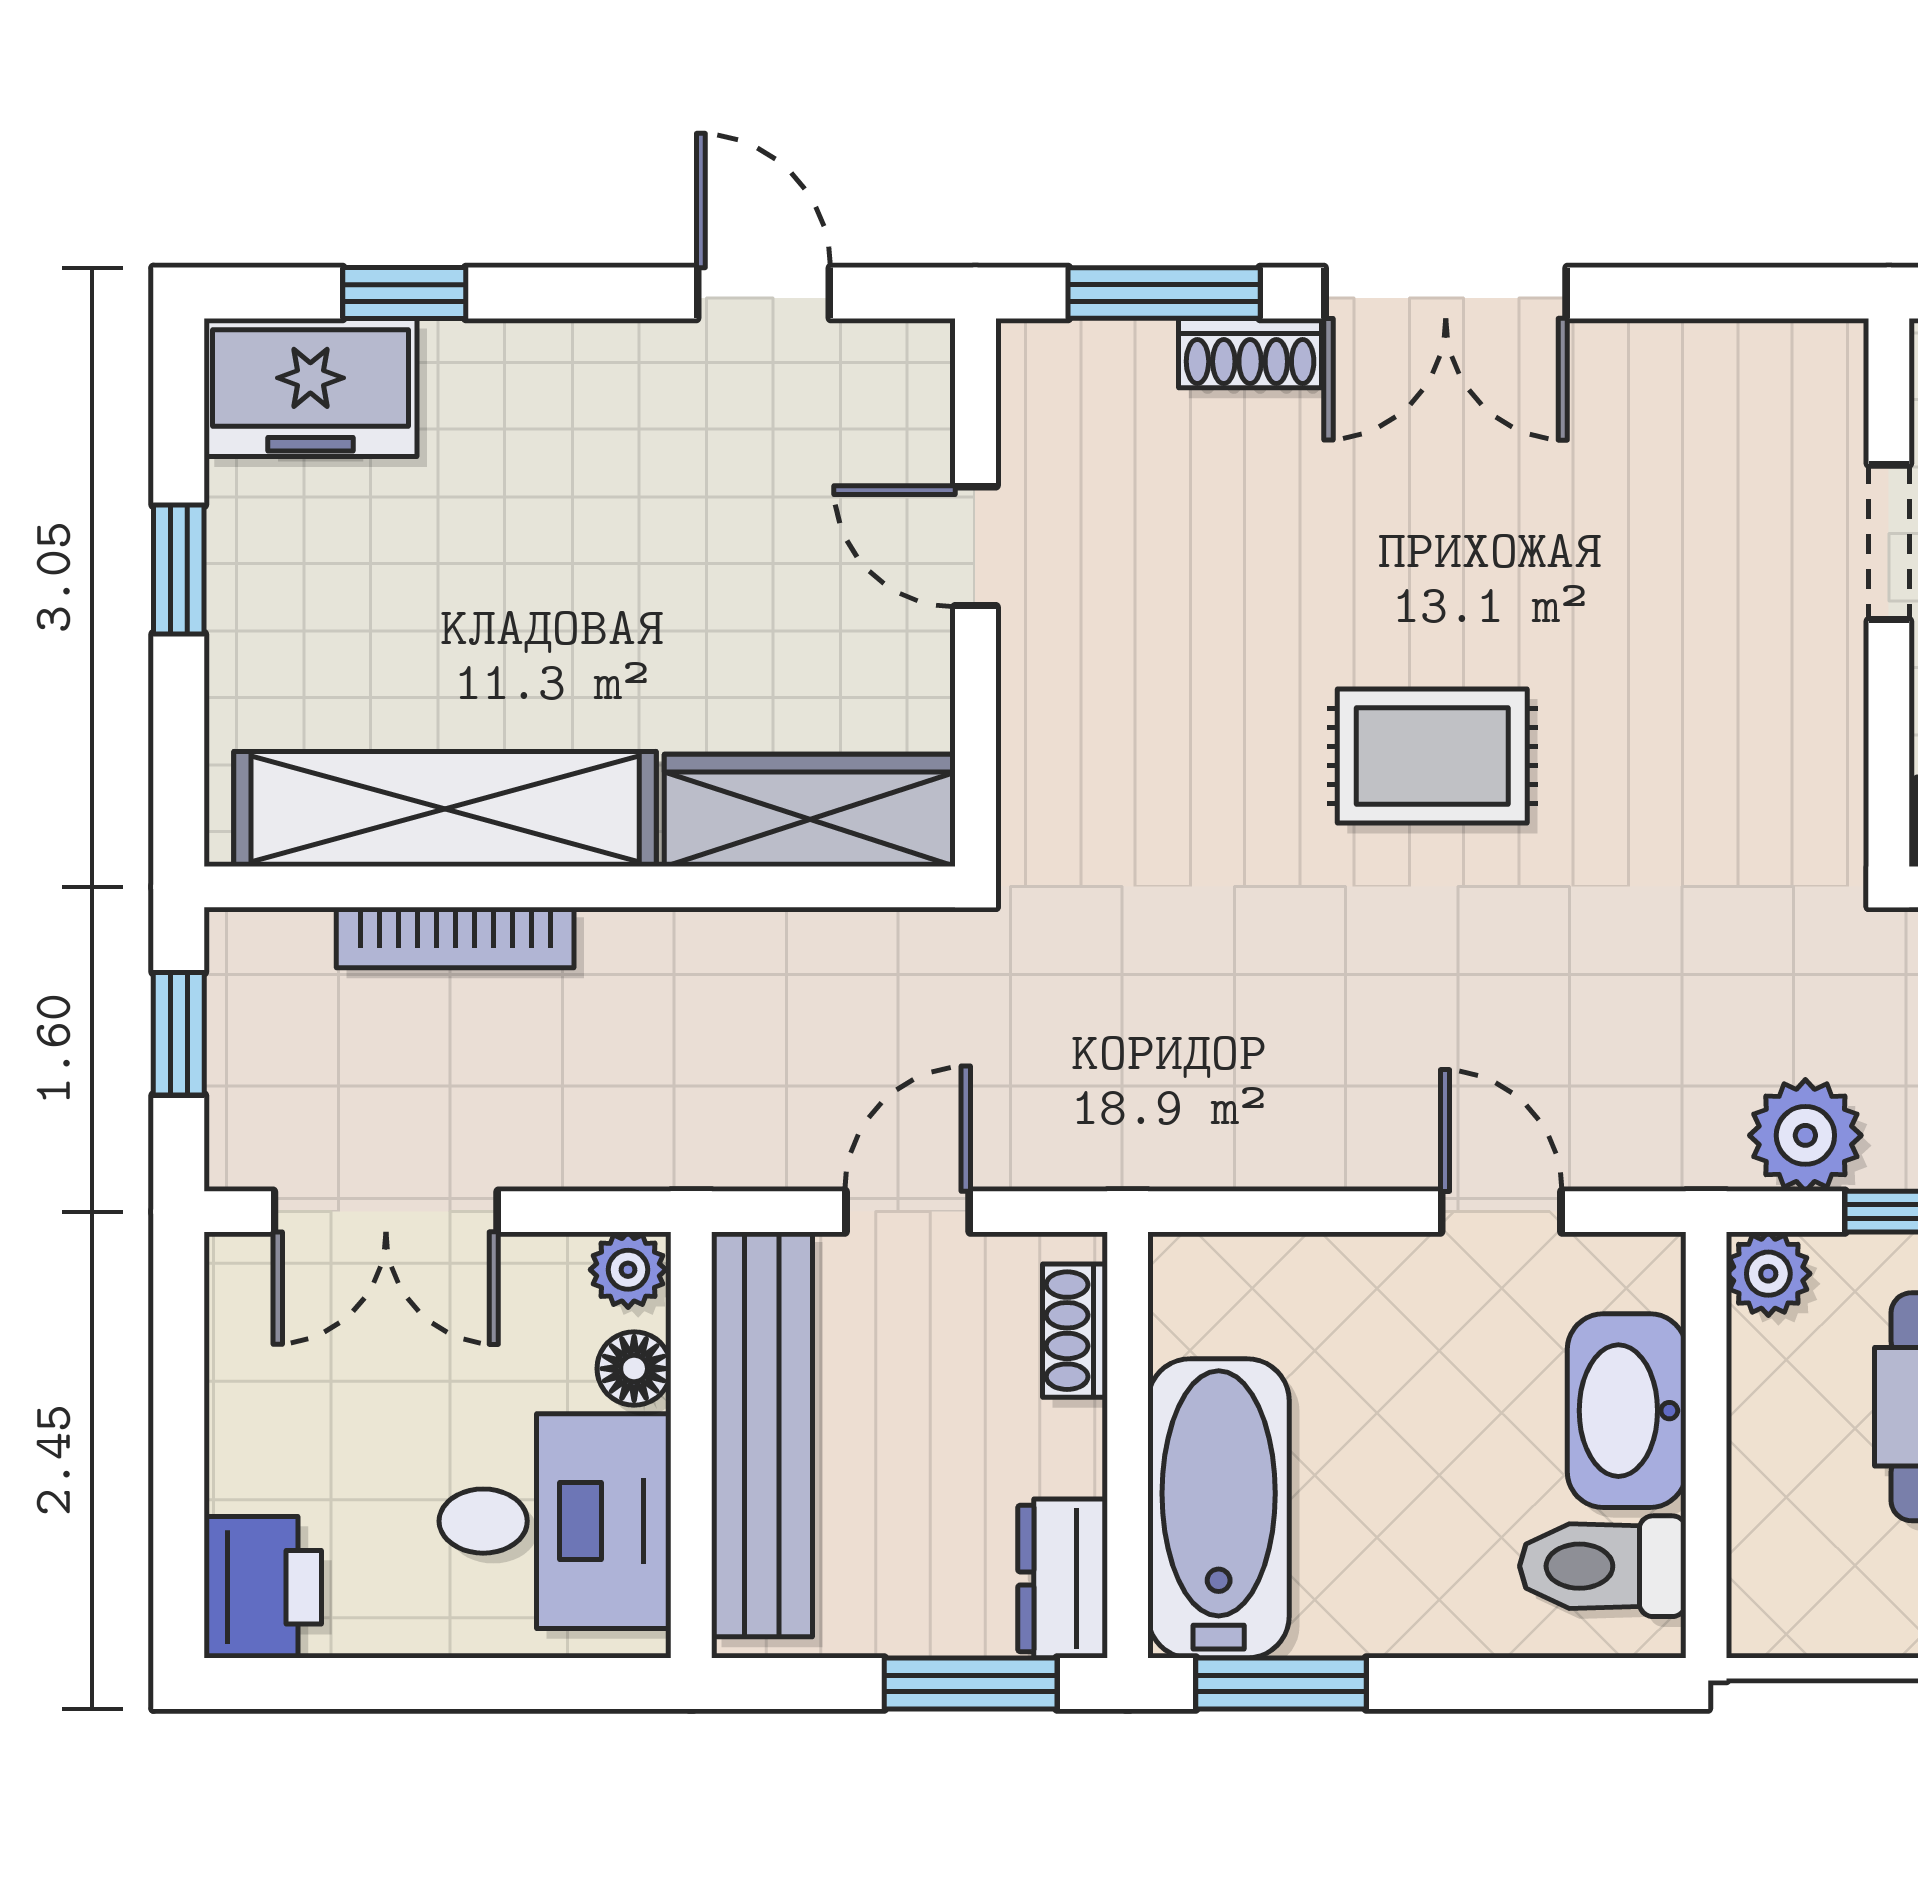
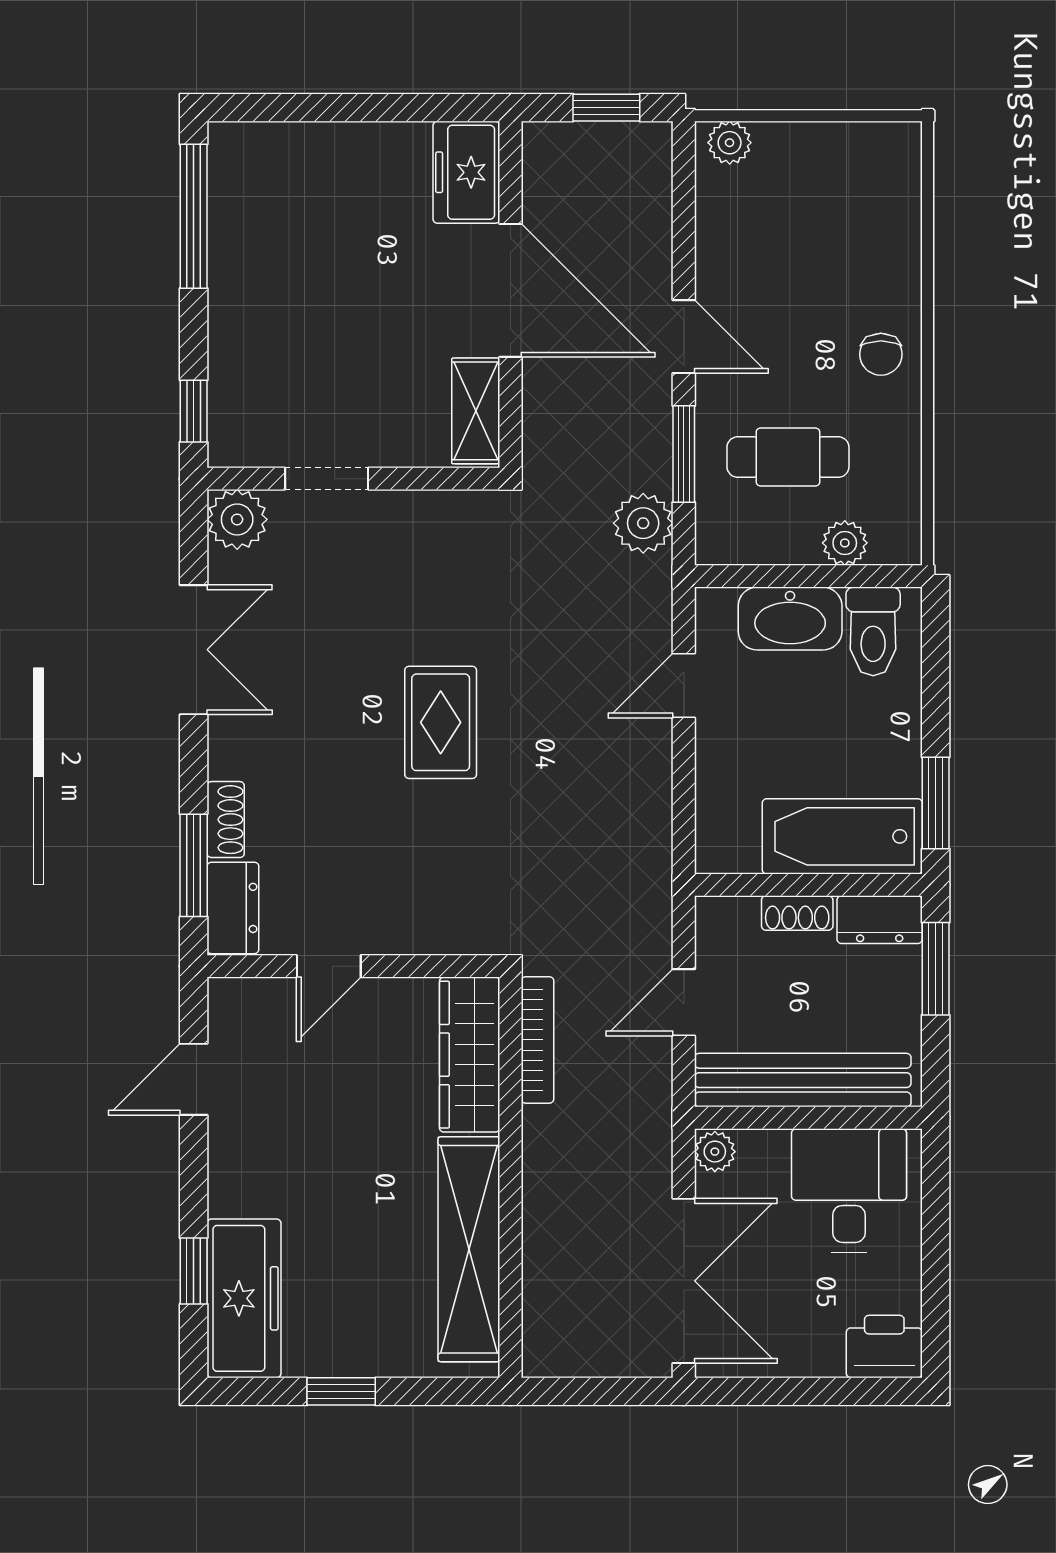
double door: (1446, 293) -> (194, 650), moved
dresser: (1085, 367) -> (233, 908), added
plant: (1812, 375) -> (237, 519), added
freezer: (310, 388) -> (244, 1298), width x1.40
bookcase: (455, 937) -> (538, 1040), moved
window: (179, 1034) -> (589, 1391), removed
double door: (386, 1212) -> (684, 1281), width x1.37
door: (908, 1212) -> (684, 1002), hinge flipped
plant: (1768, 1274) -> (845, 543), moved
shoe rack: (1075, 1331) -> (797, 913), moved
floor lamp: (634, 1369) -> (768, 1148), removed

